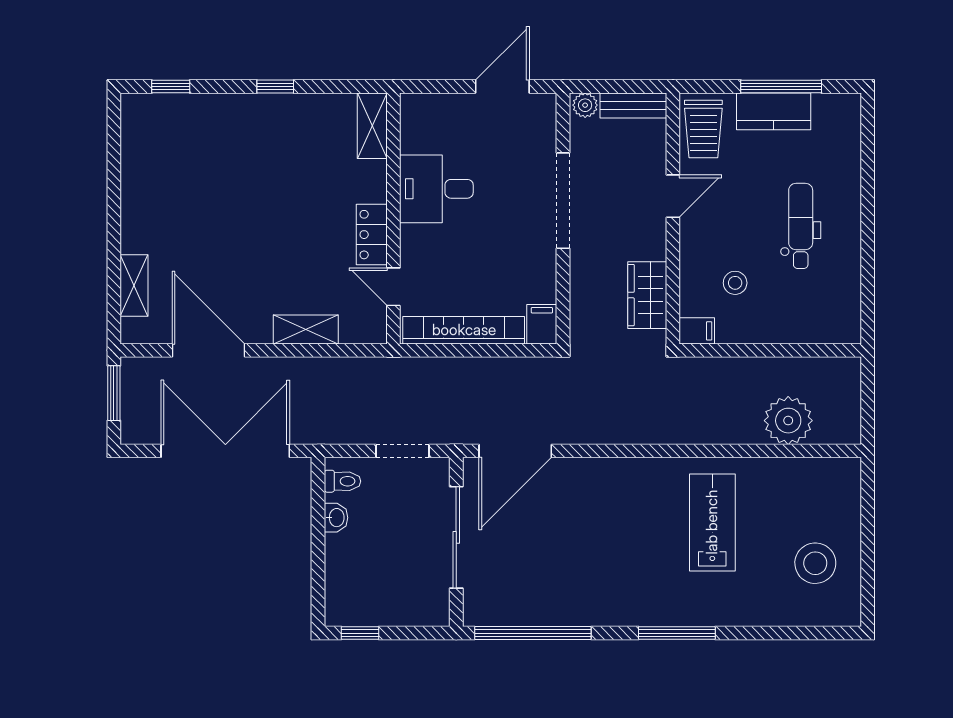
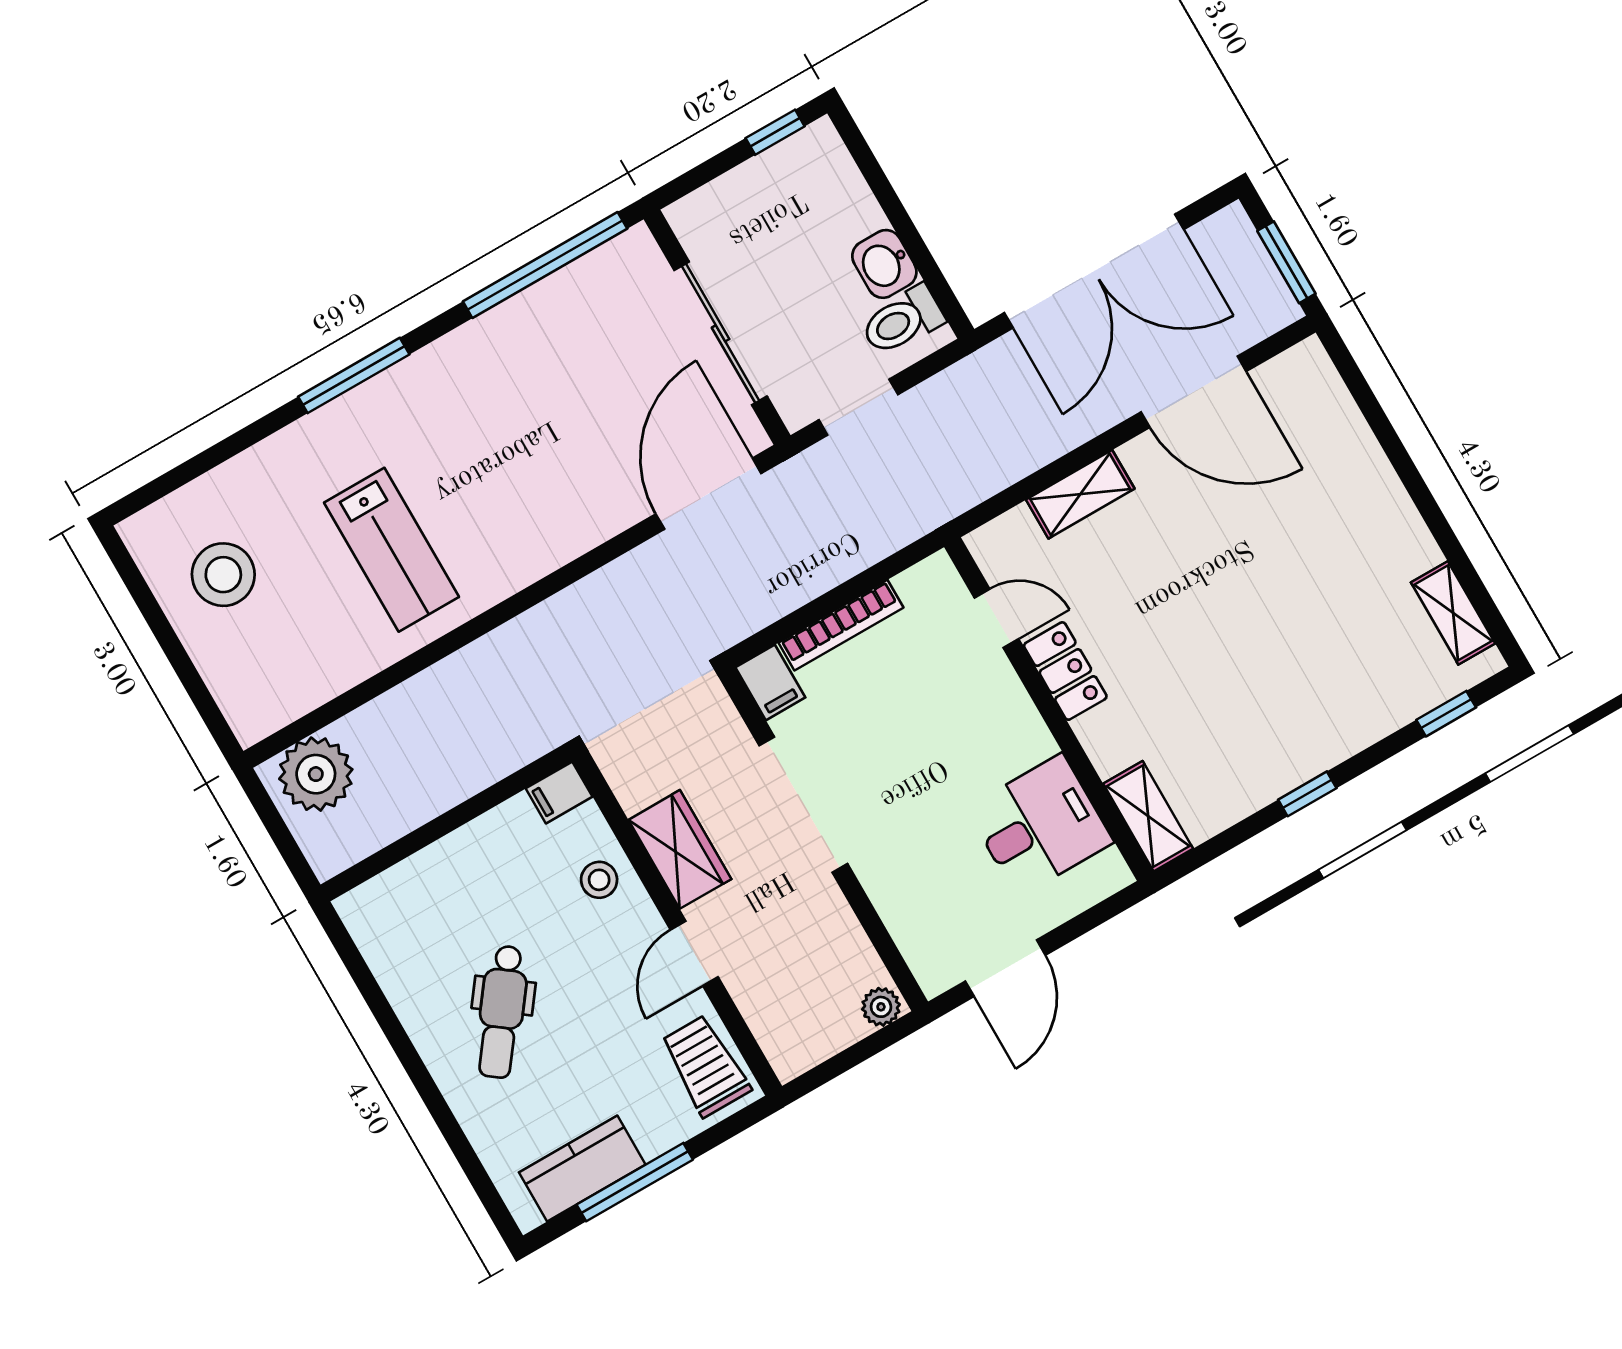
bench: (633, 105) -> (817, 1043), removed
kitchen counter: (774, 111) -> (582, 1168), moved
desk: (436, 189) -> (1040, 825), moved
doorway: (563, 201) -> (803, 805), moved
dental chair: (801, 226) -> (502, 1012), turned 37
stool: (735, 283) -> (599, 880), moved
shelving: (134, 286) -> (1453, 613), moved
wardrobe: (647, 295) -> (680, 849), moved
bookcase: (464, 330) -> (841, 625), width x0.68, depth x0.76
plant: (788, 421) -> (316, 774), moved
toilet: (342, 481) -> (902, 321), width x1.37, depth x1.39
washbasin: (336, 518) -> (884, 264), width x1.38, depth x1.45

